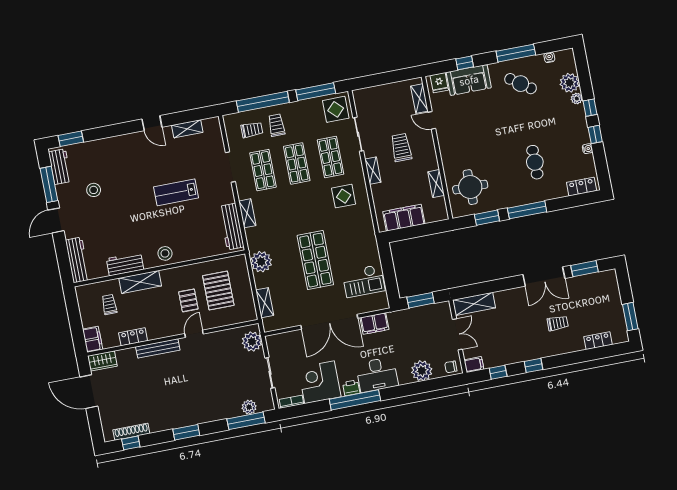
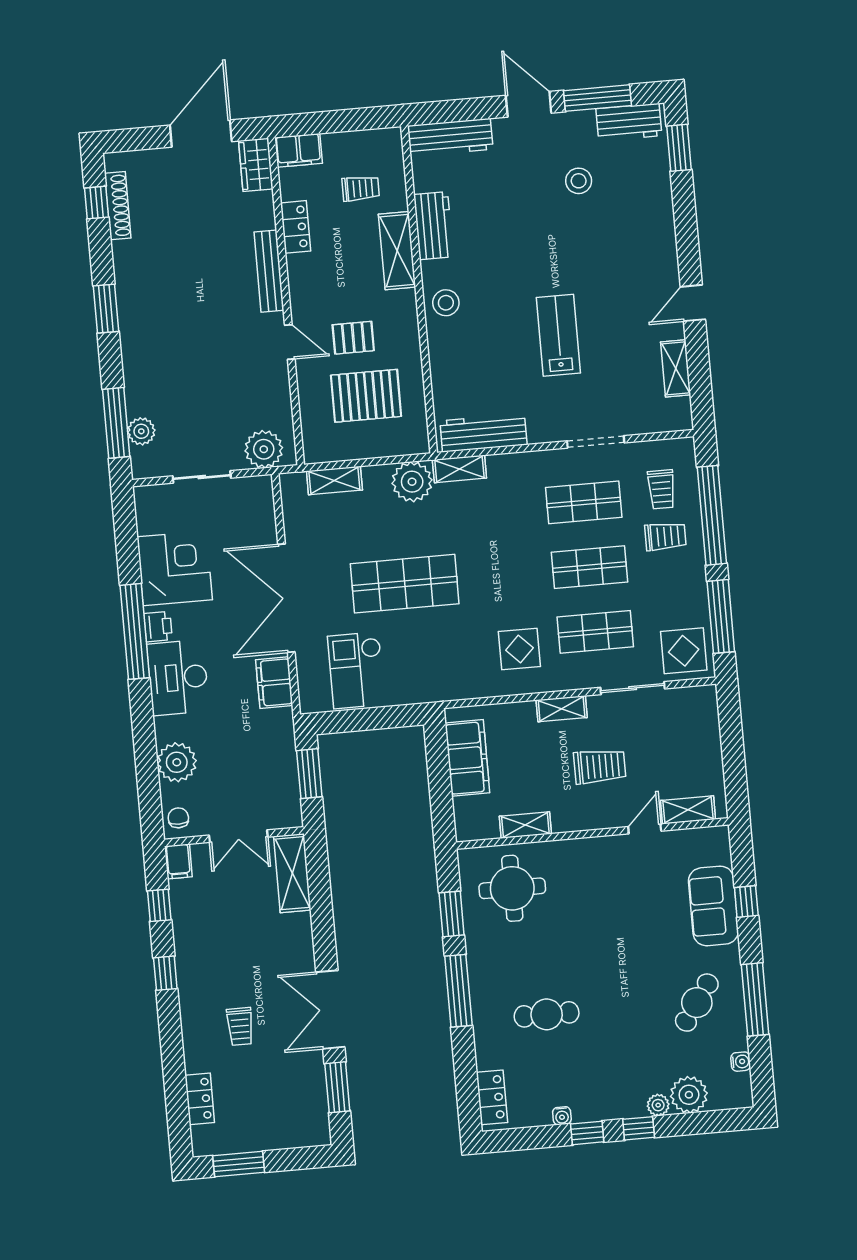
fridge: (439, 83) -> (714, 850), removed
shelving: (247, 213) -> (459, 469), moved
bookcase: (292, 402) -> (143, 512), removed

